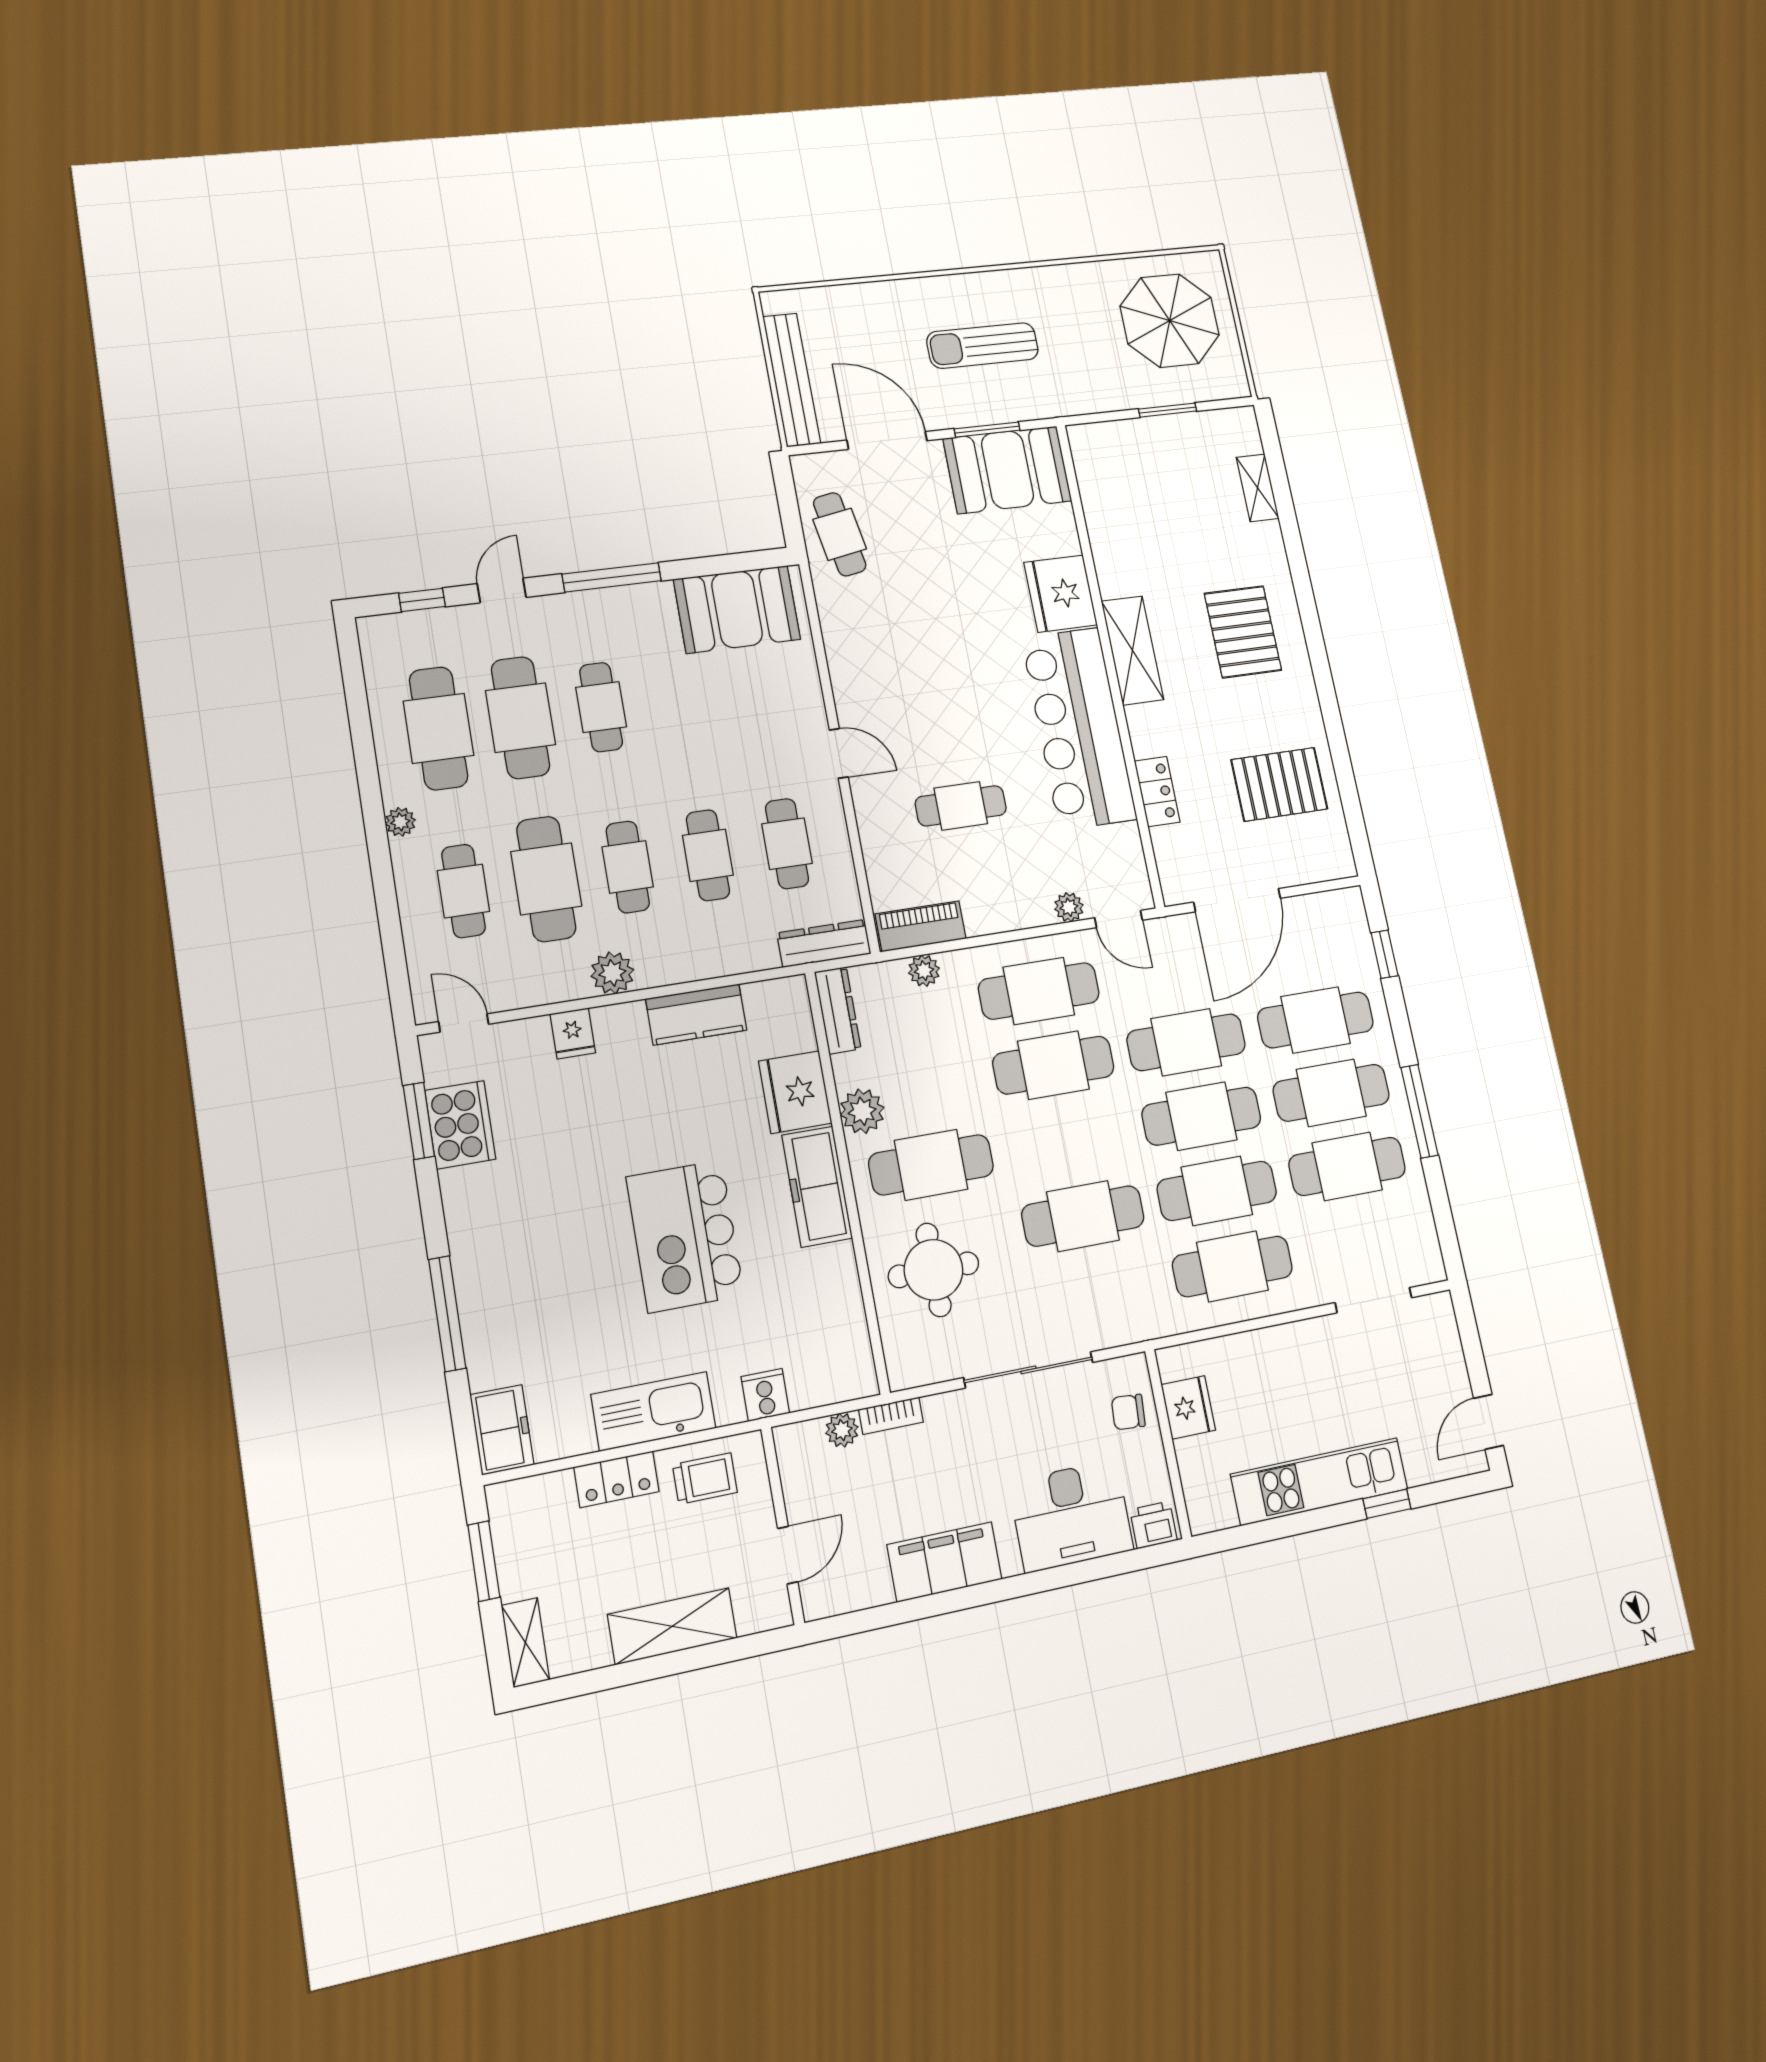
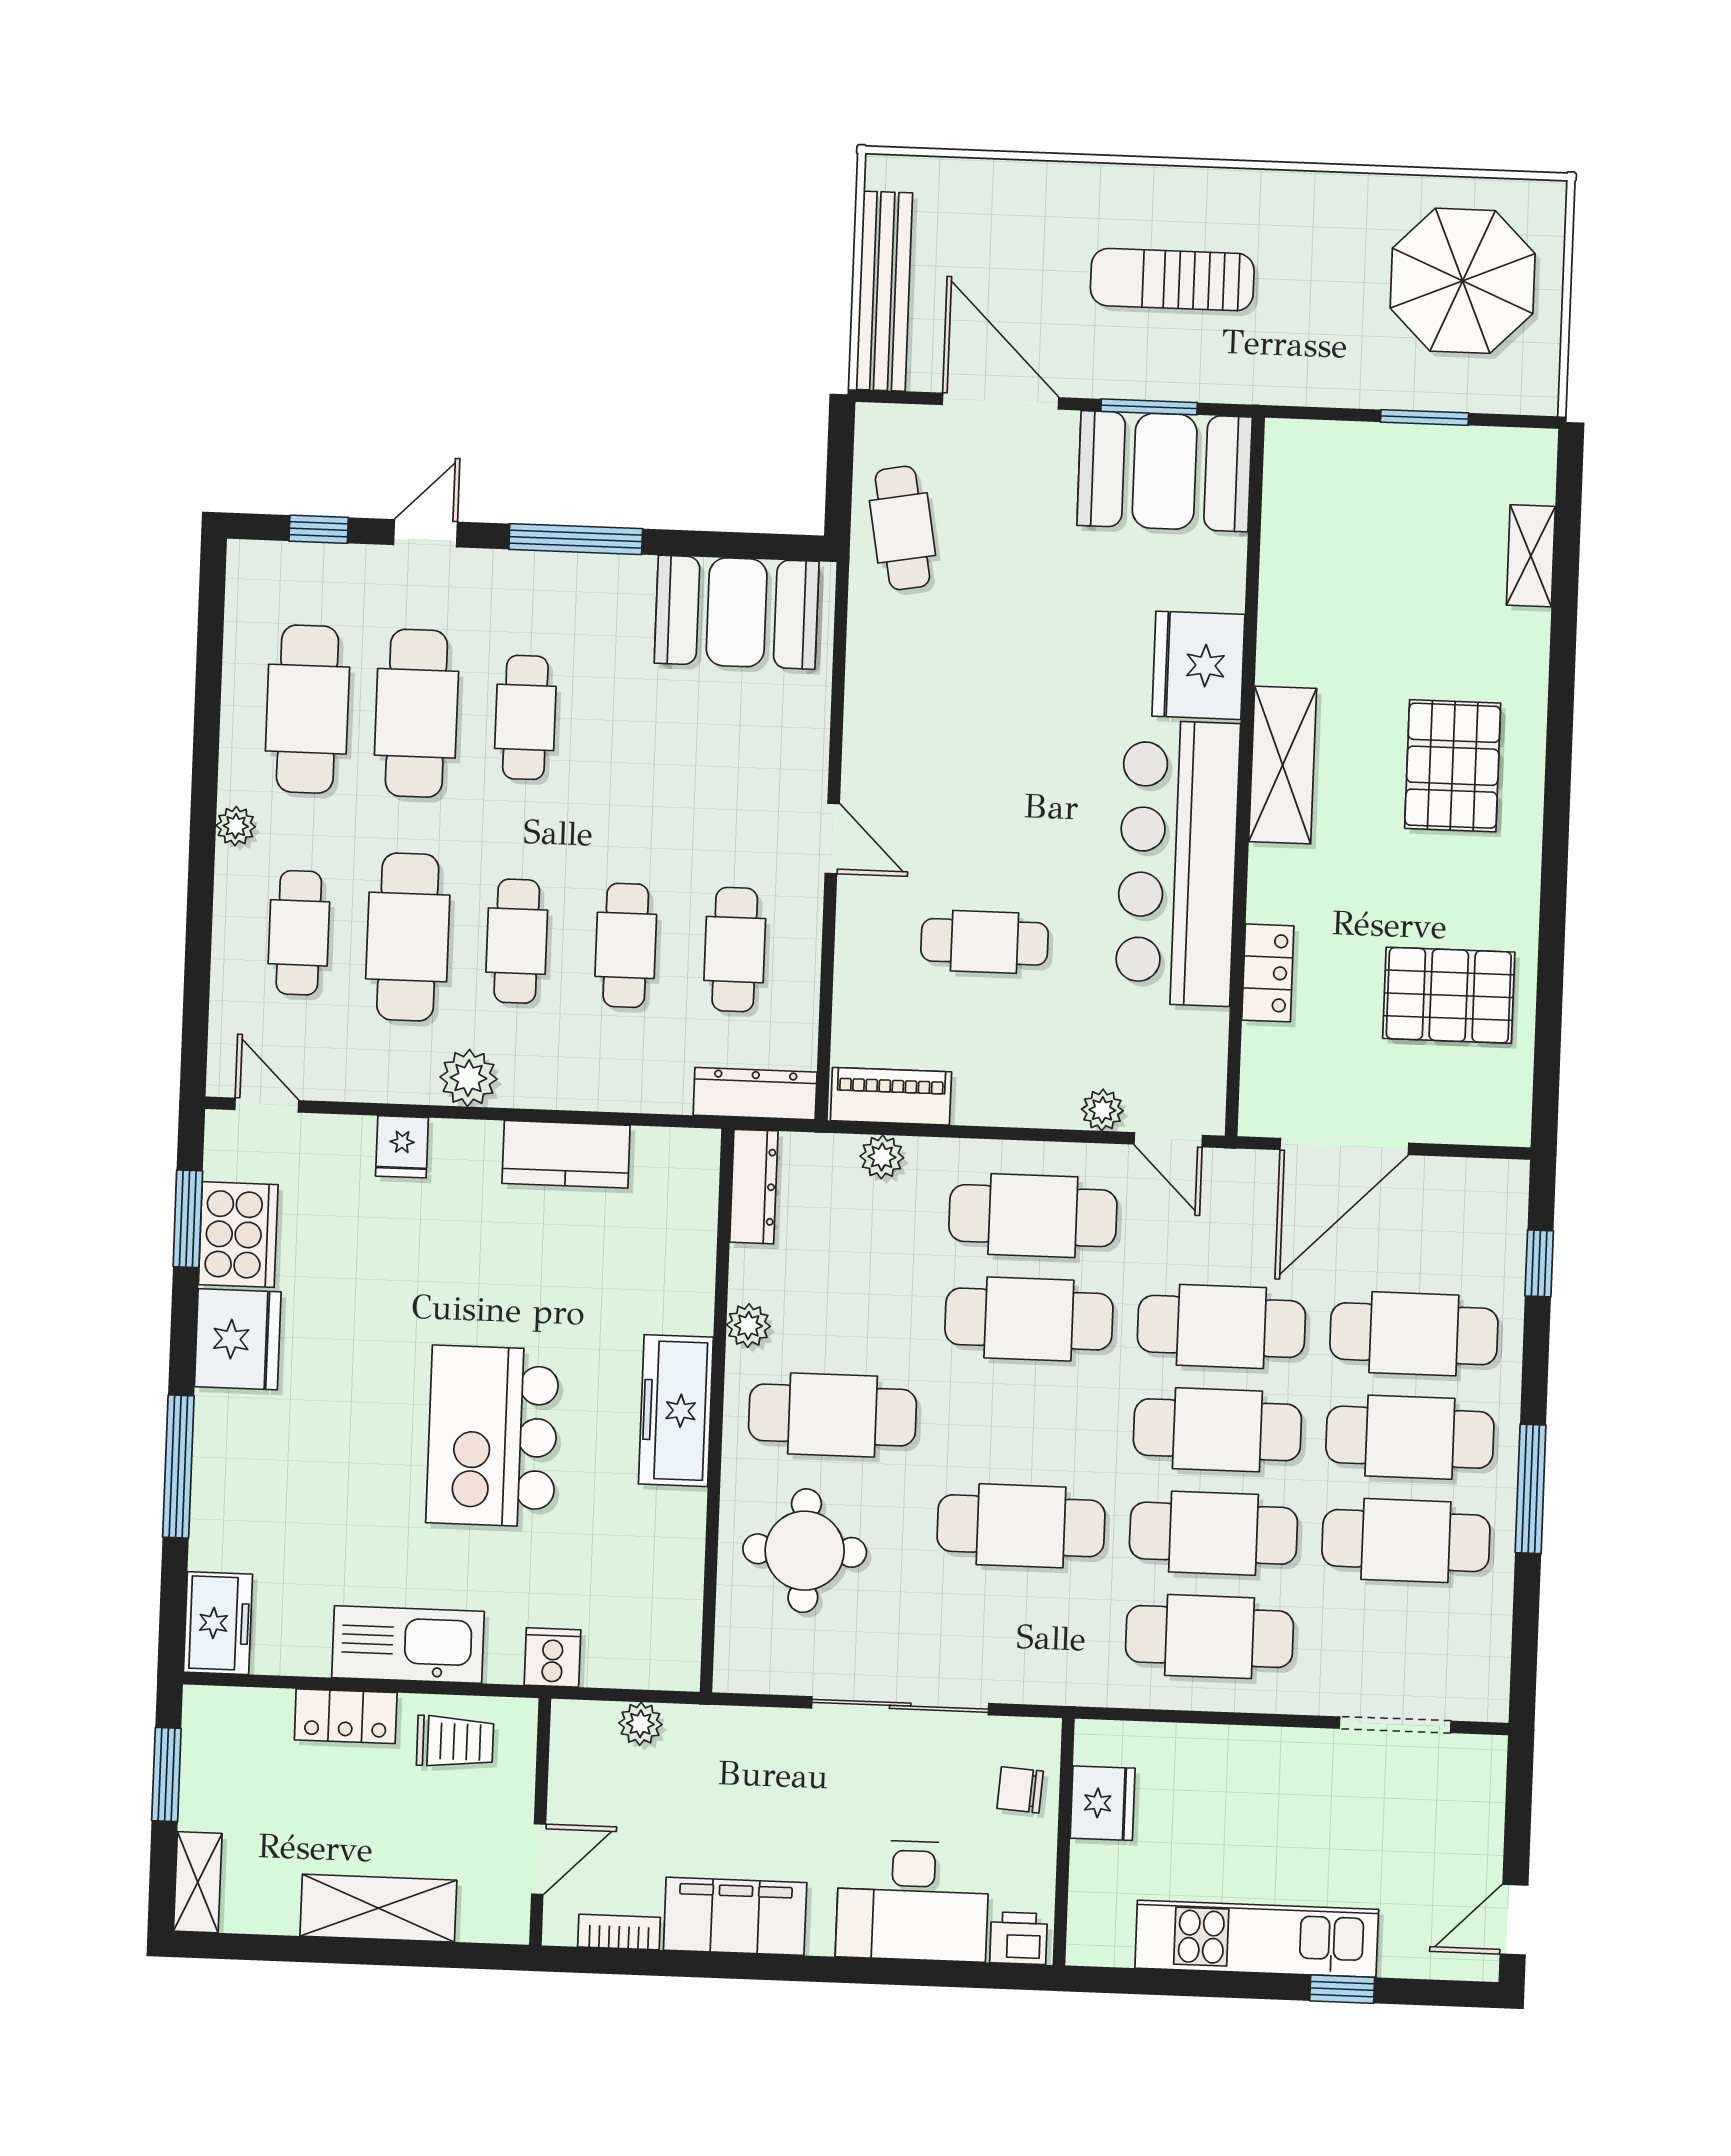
fridge: (795, 1092) -> (238, 1339), moved, turned 180
plant: (862, 1111) -> (748, 1326), width x0.73, depth x0.73
bookcase: (891, 1416) -> (619, 1932), moved, turned 180

